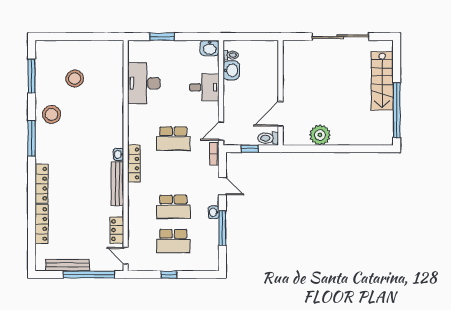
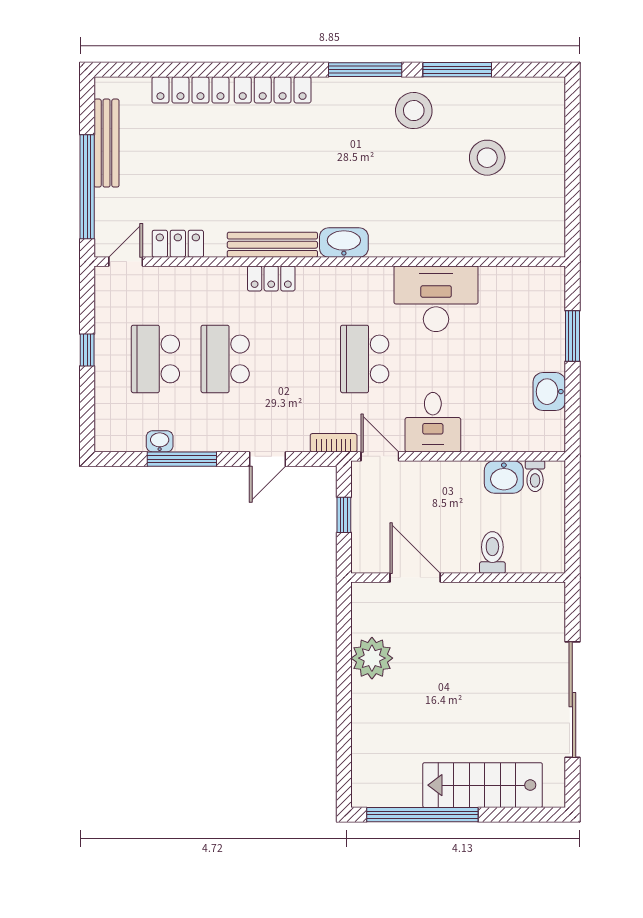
washbasin: (210, 48) -> (549, 392), moved
window: (32, 76) -> (457, 70), moved
desk: (144, 83) -> (436, 299), moved
desk: (204, 87) -> (433, 422), moved
toilet: (268, 138) -> (492, 552), moved
washbasin: (118, 154) -> (344, 243), width x1.91, depth x1.45
locker: (134, 164) -> (271, 278), moved, width x0.66
washbasin: (214, 212) -> (160, 441), moved

